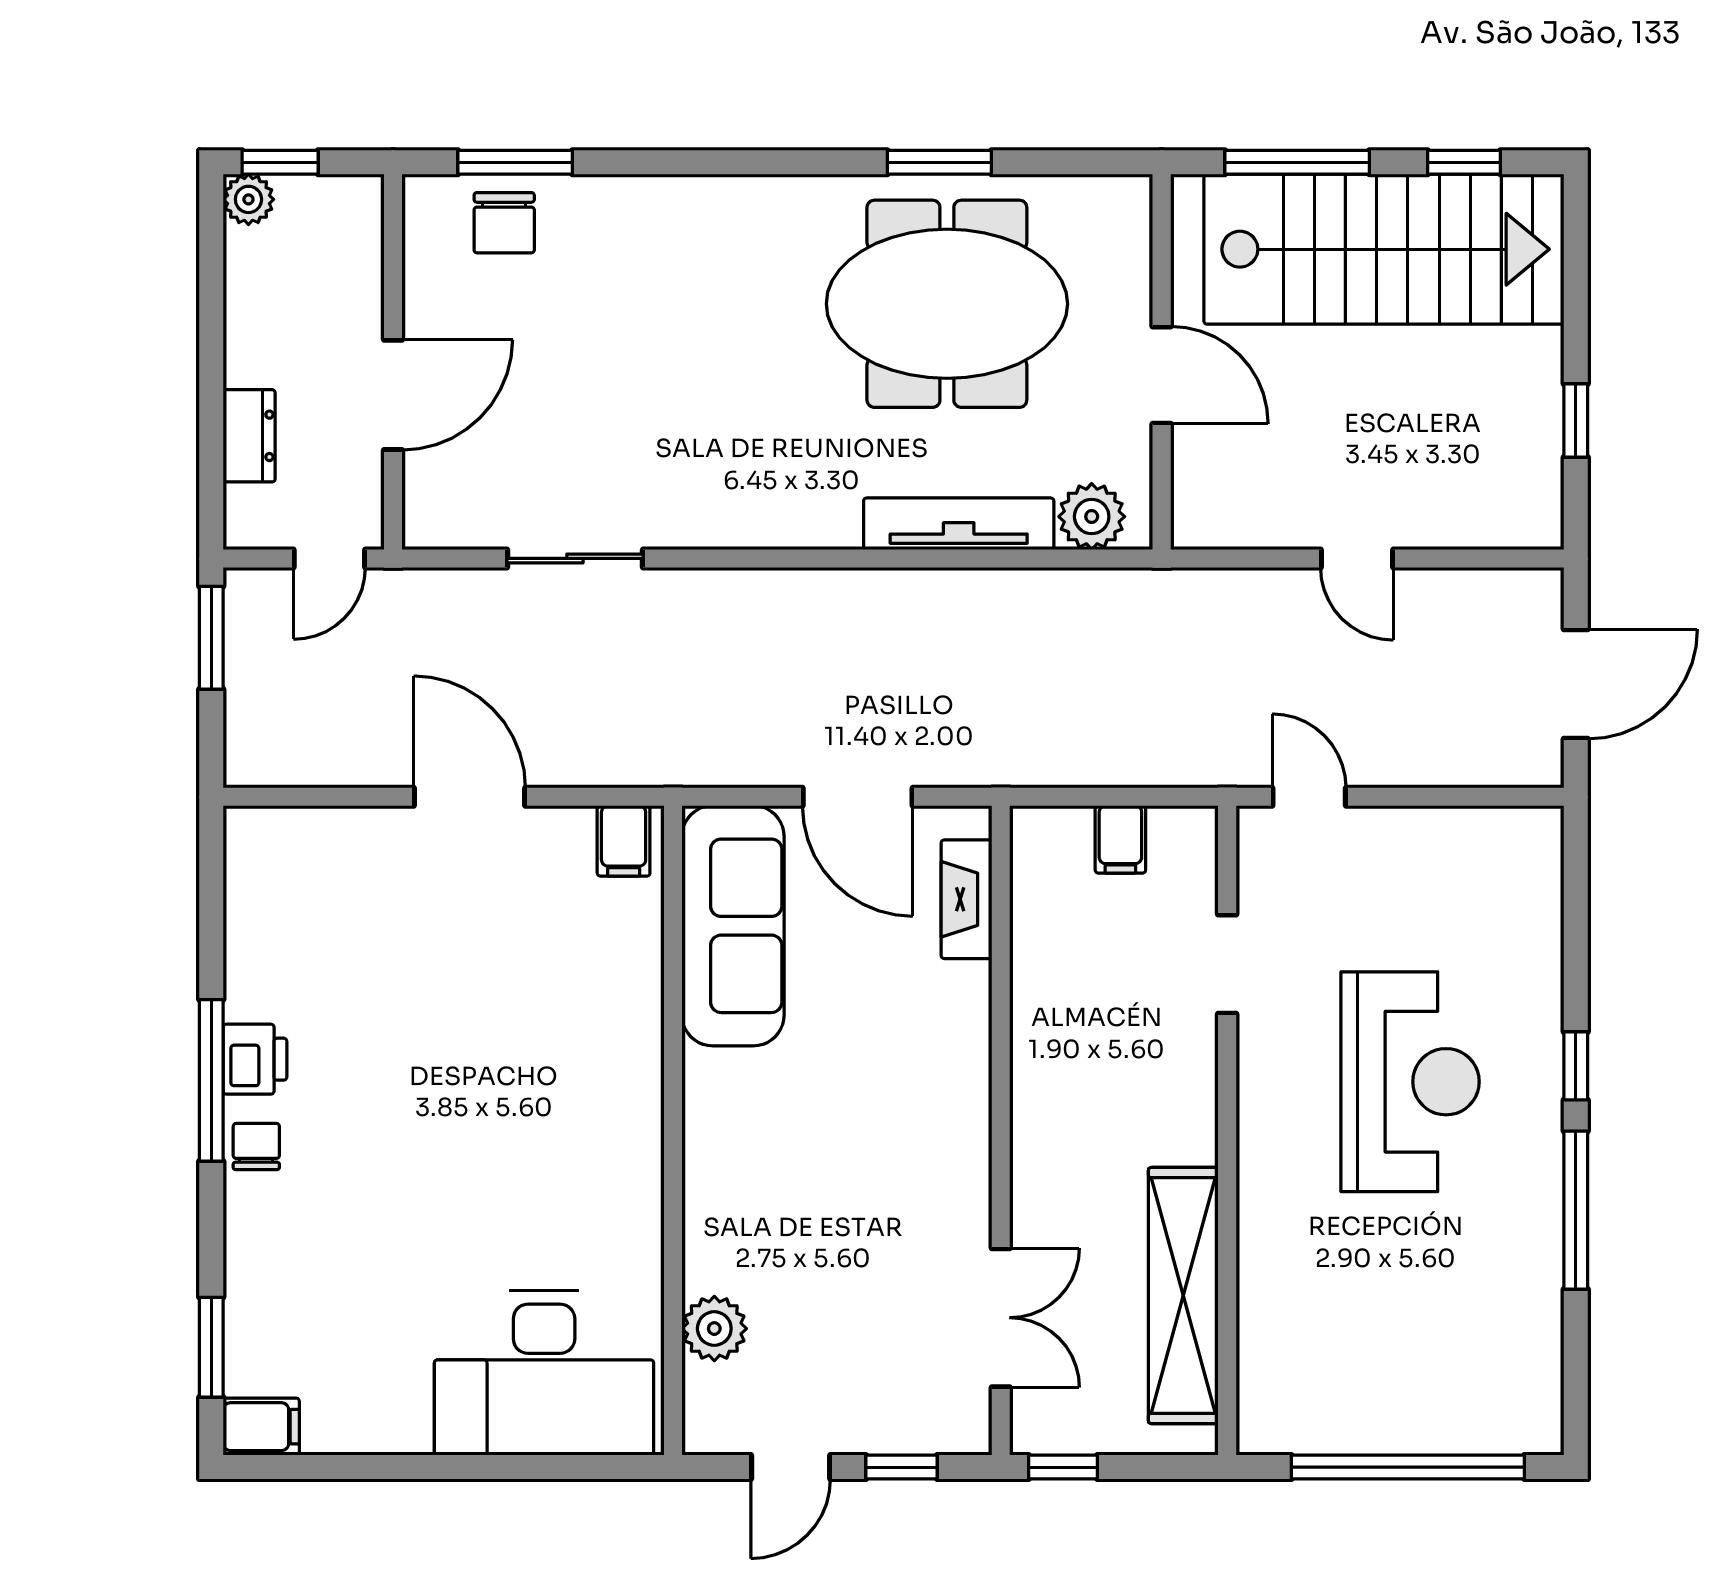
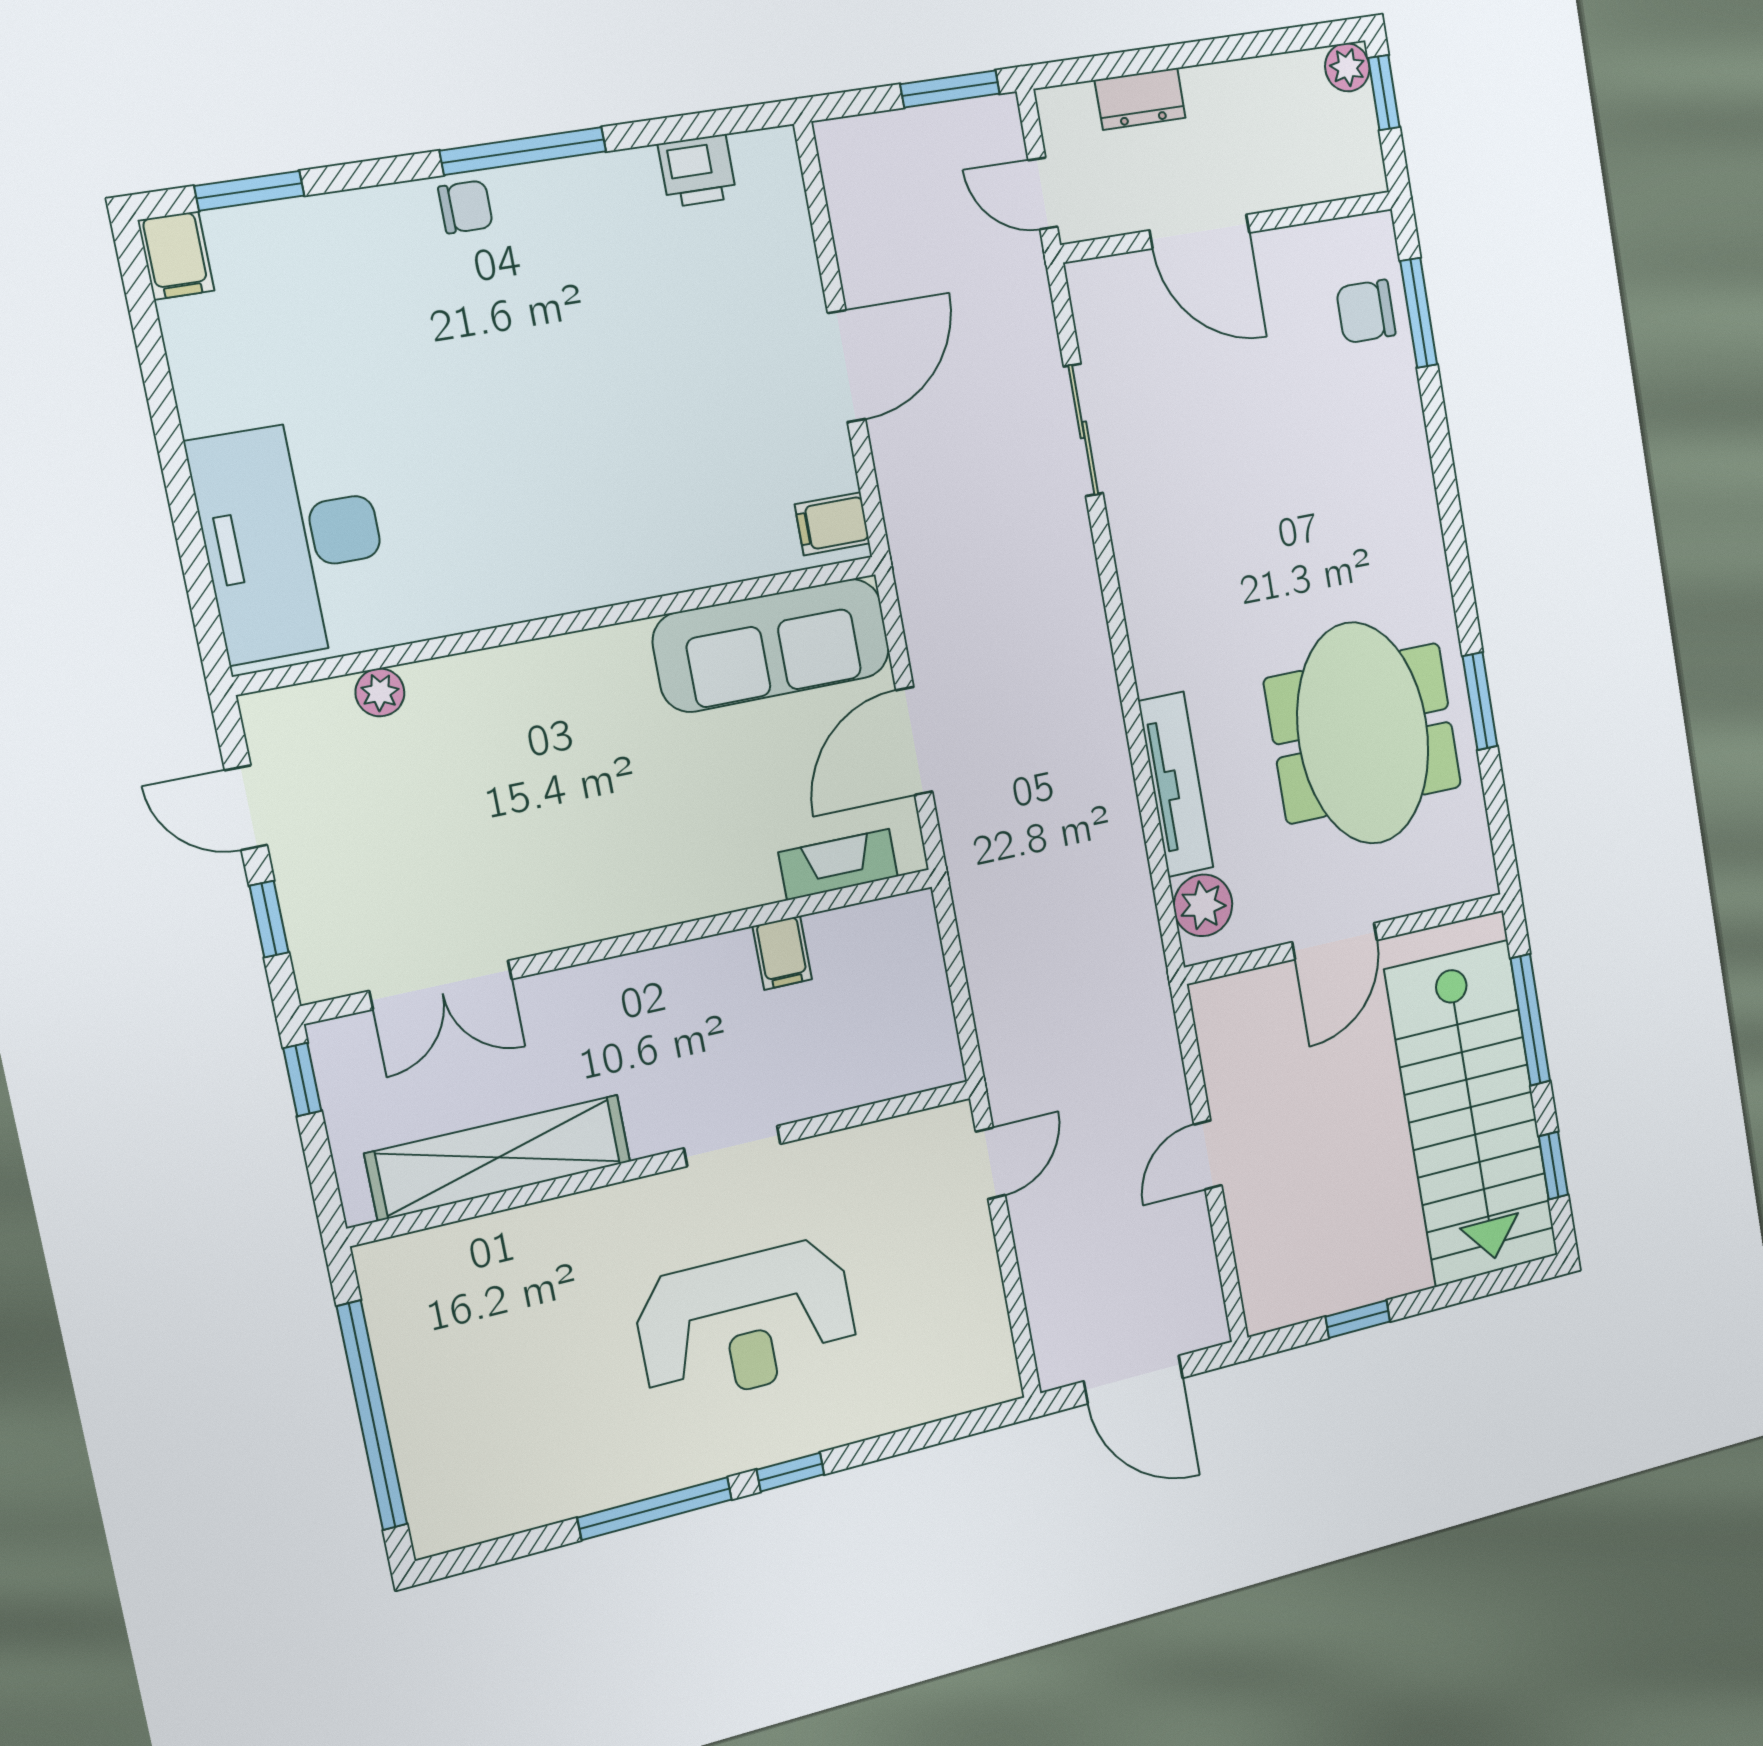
filing cabinet: (1120, 839) -> (782, 953), moved, turned -90
doorway: (1227, 964) -> (732, 1146), moved
printer: (255, 1059) -> (697, 171), moved
plant: (714, 1329) -> (380, 692), width x0.73, depth x0.73

